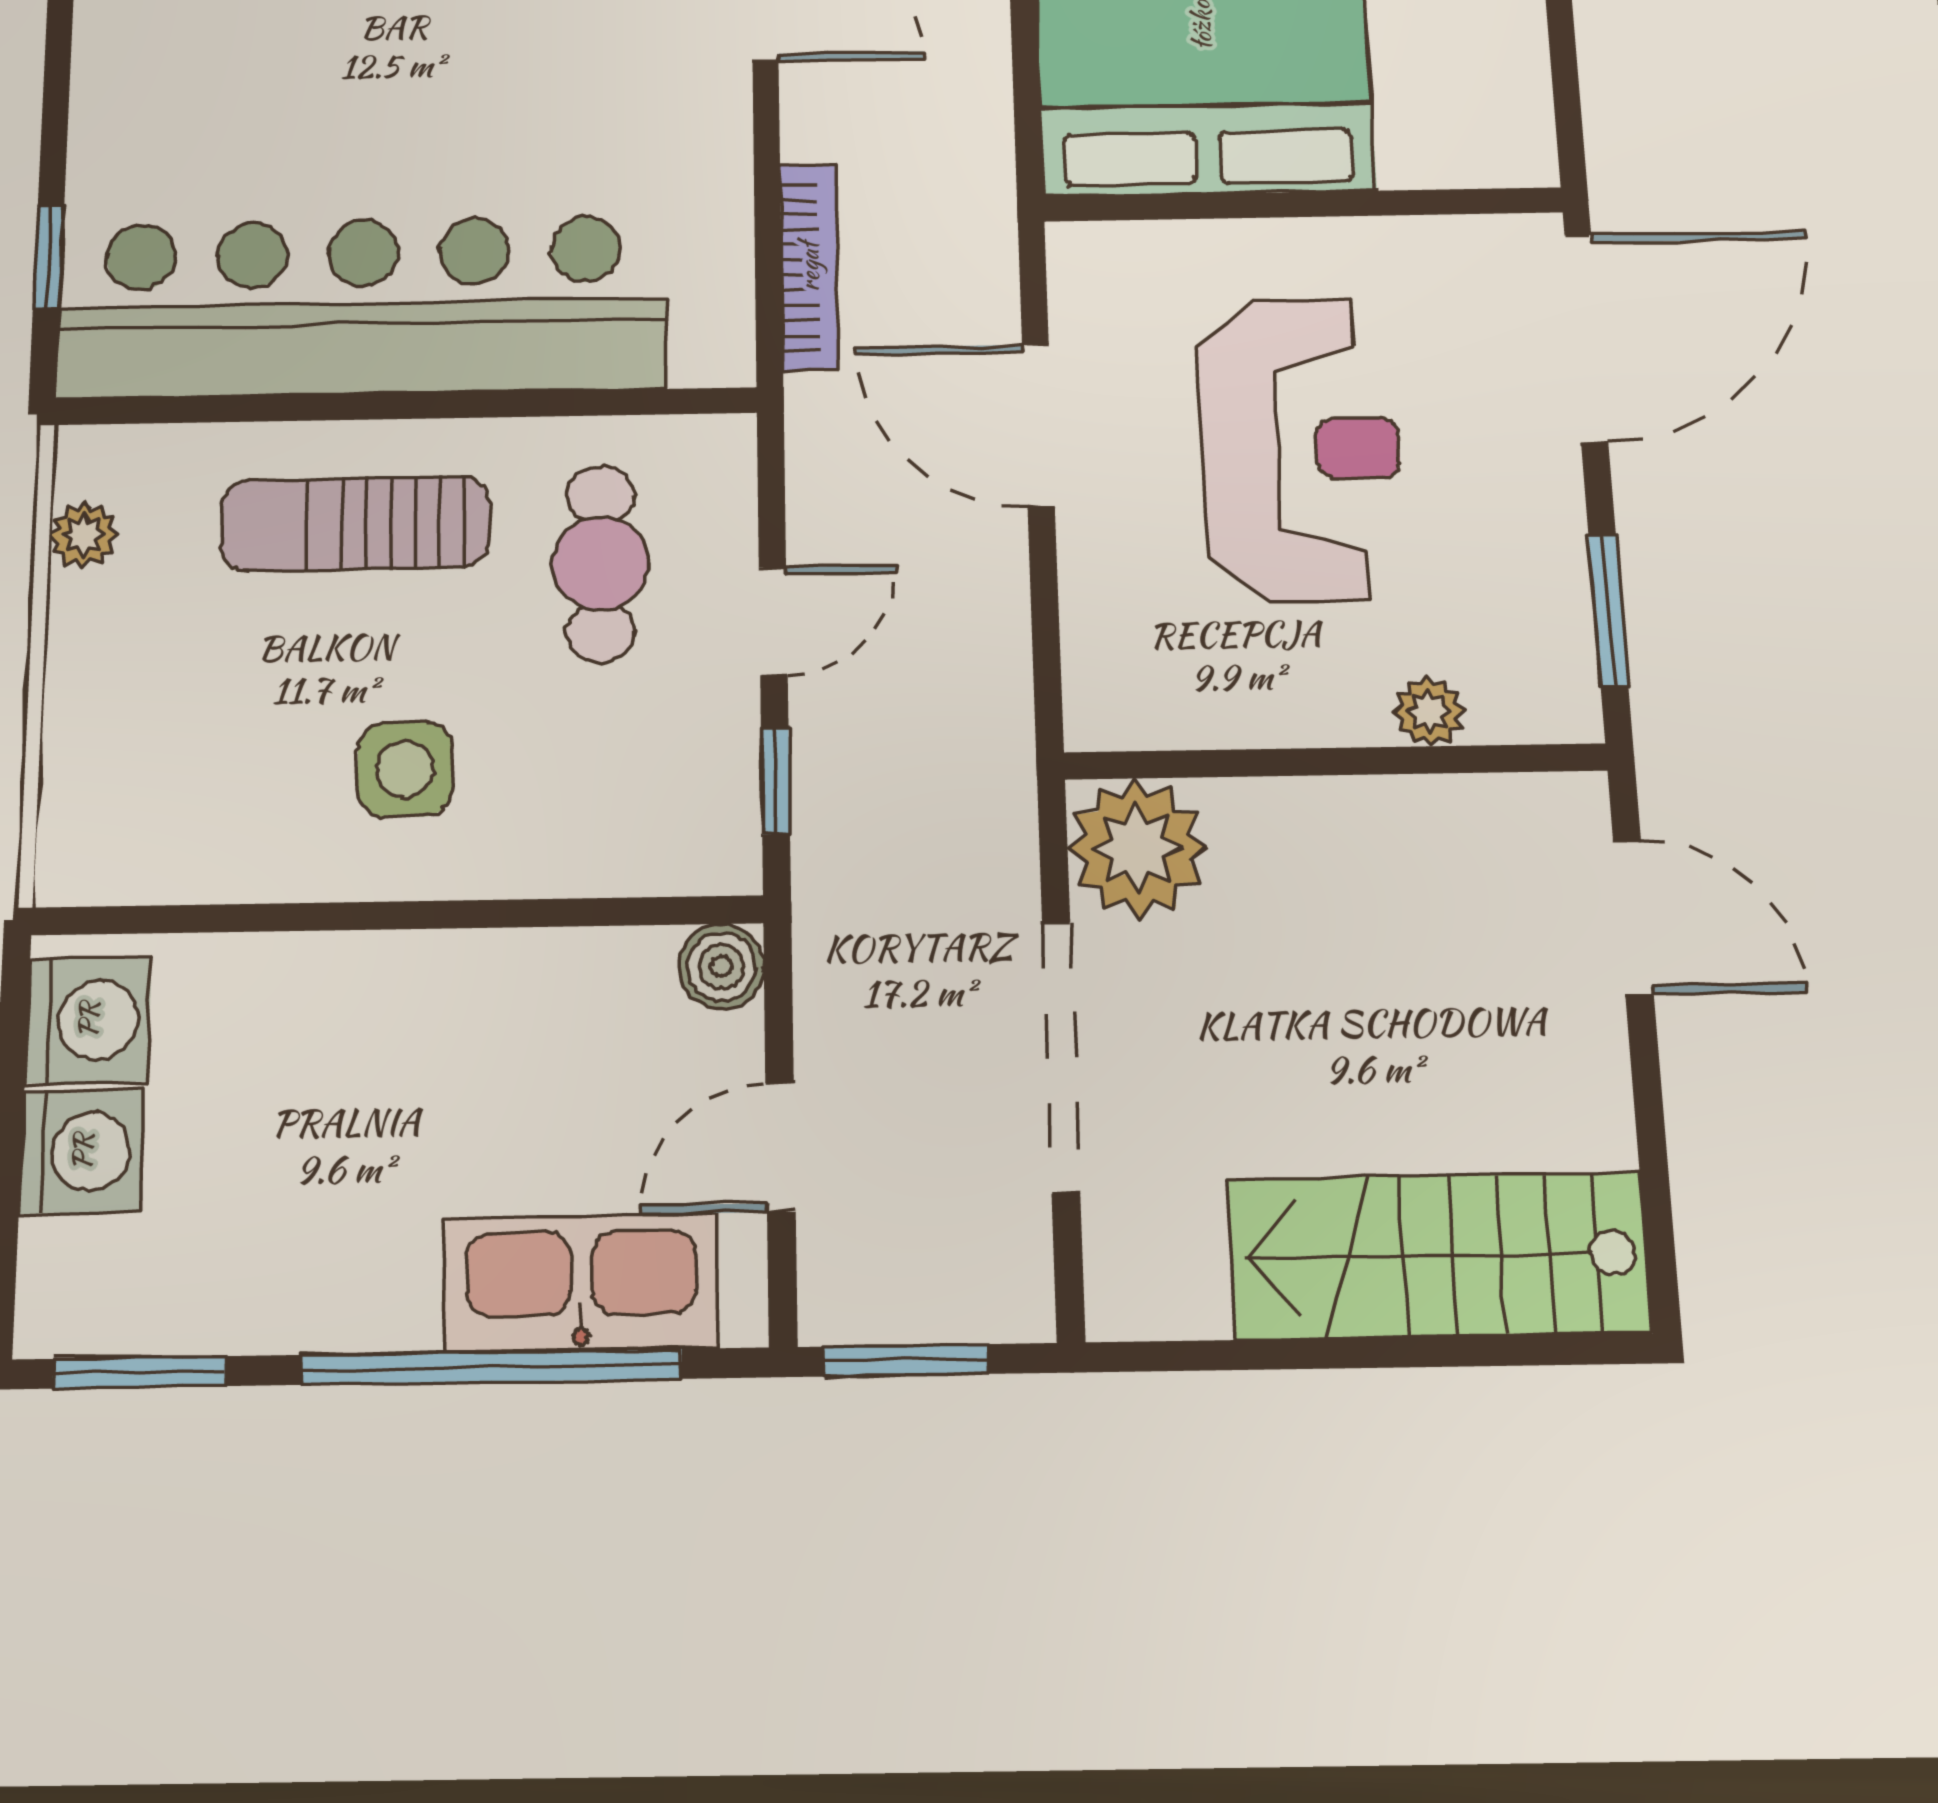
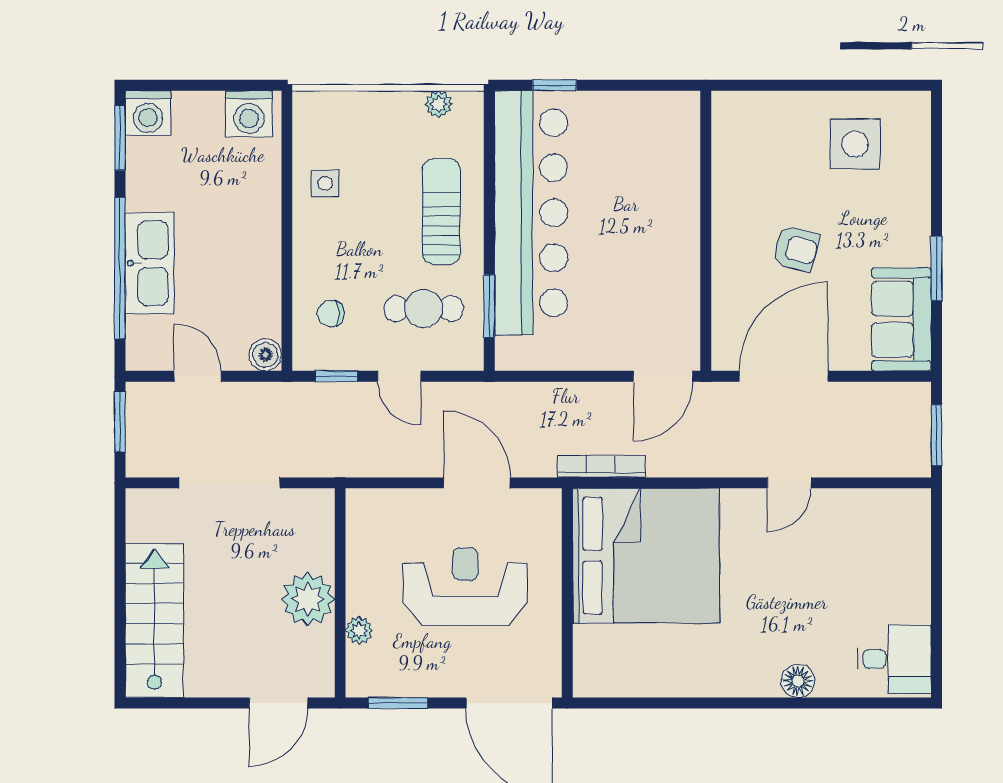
bookcase: (809, 267) -> (601, 466), moved, turned 180
window: (594, 403) -> (489, 306), added
door: (1038, 425) -> (477, 483), hinge flipped
reception desk: (1301, 449) -> (465, 587), turned 180
side table: (405, 769) -> (325, 183), moved, width x0.73, depth x0.73
chair: (613, 798) -> (331, 313), added
plant: (1137, 848) -> (308, 599), moved
washing machine: (82, 1152) -> (148, 113), moved
kitchen sink: (581, 1282) -> (150, 263), moved

